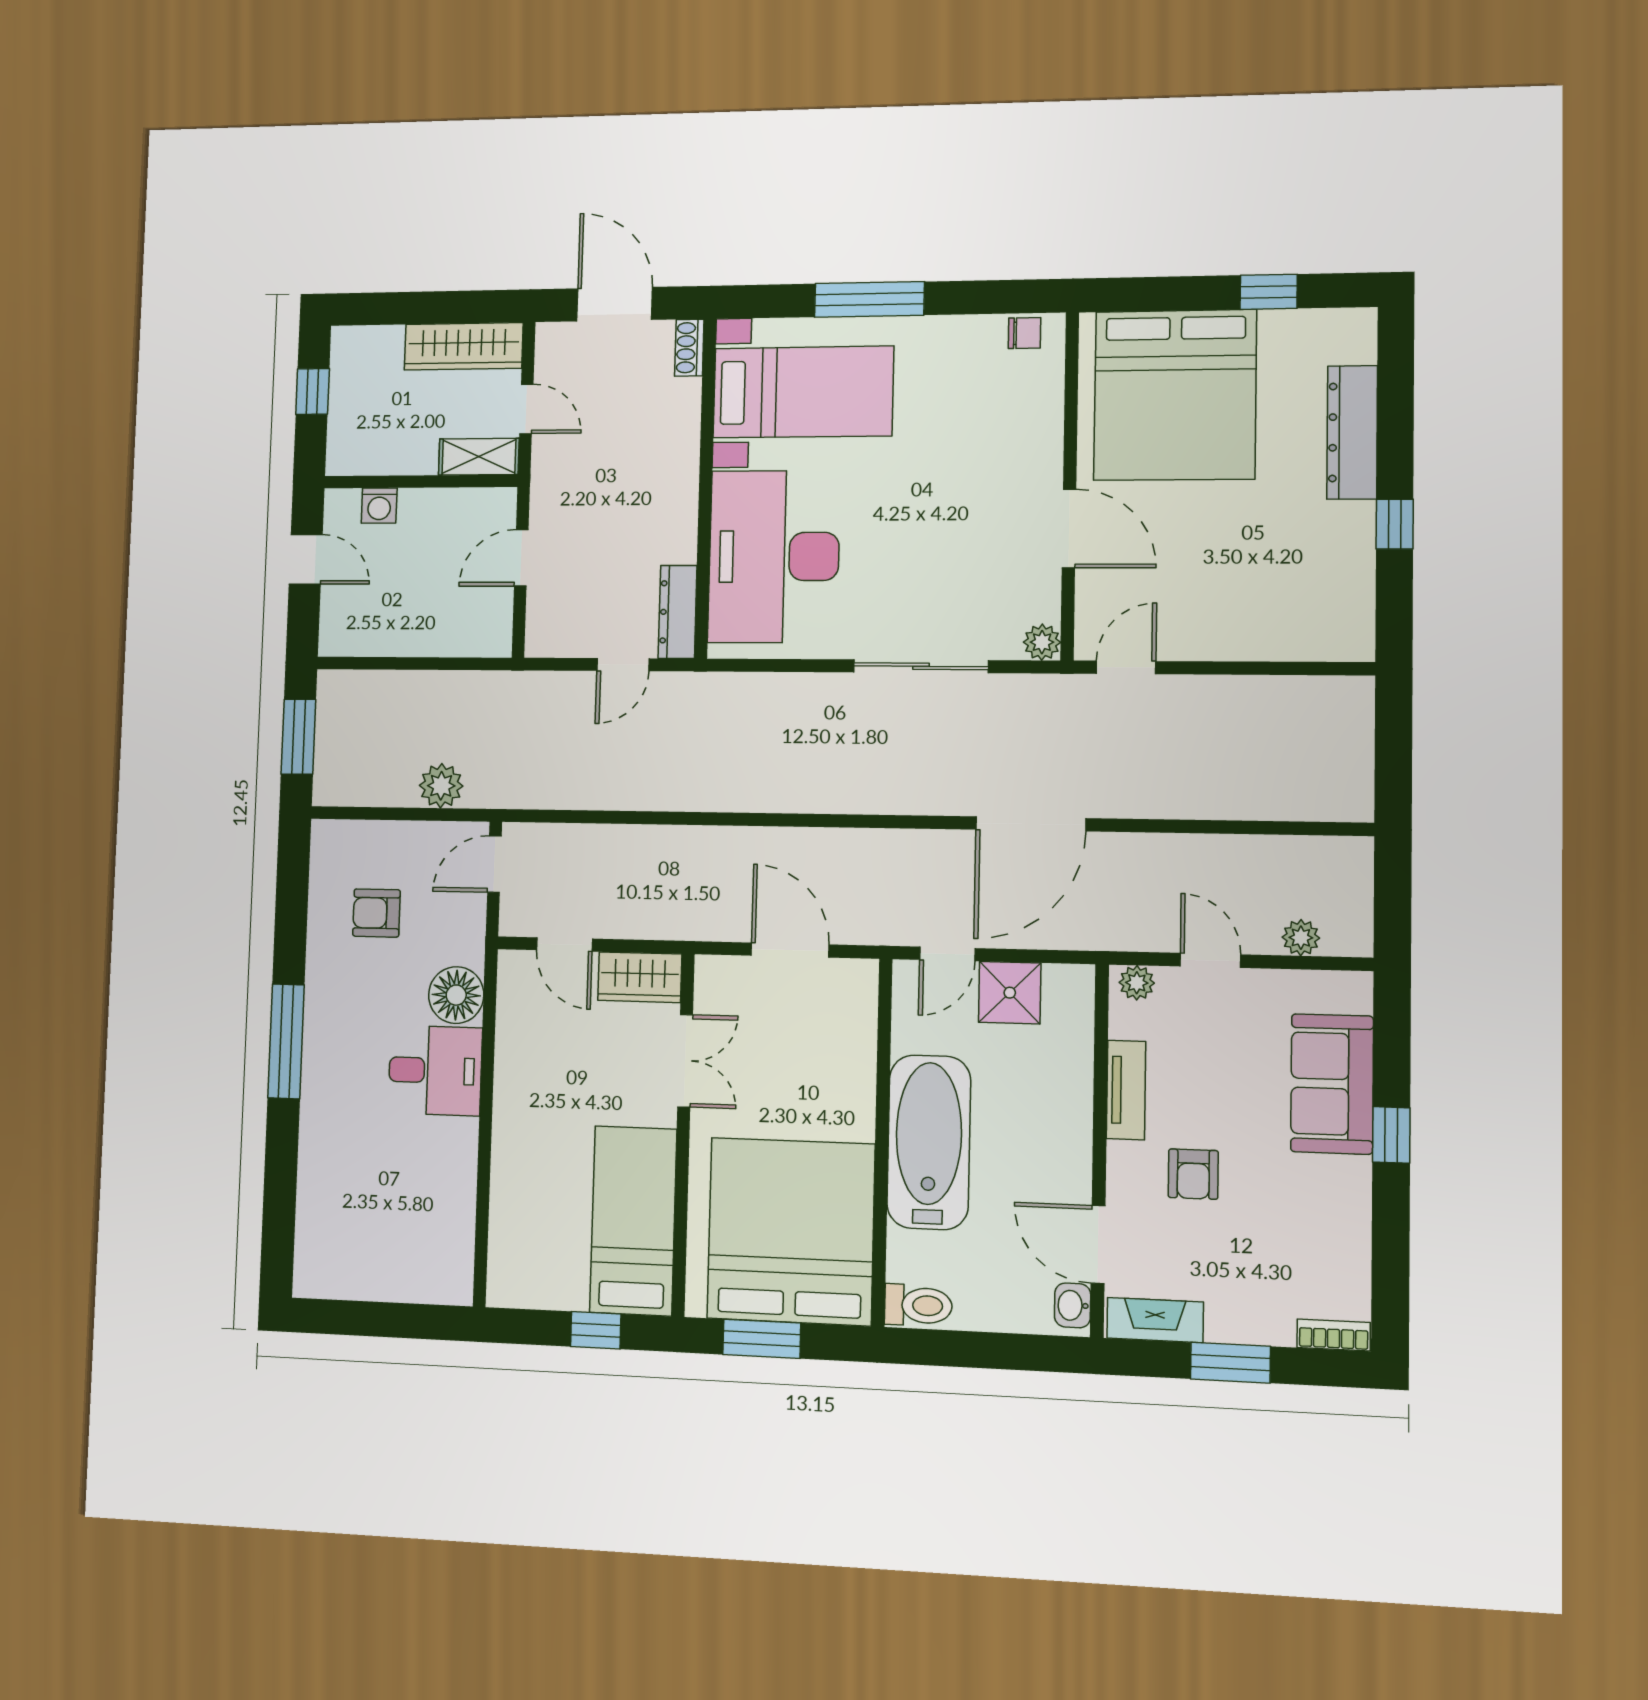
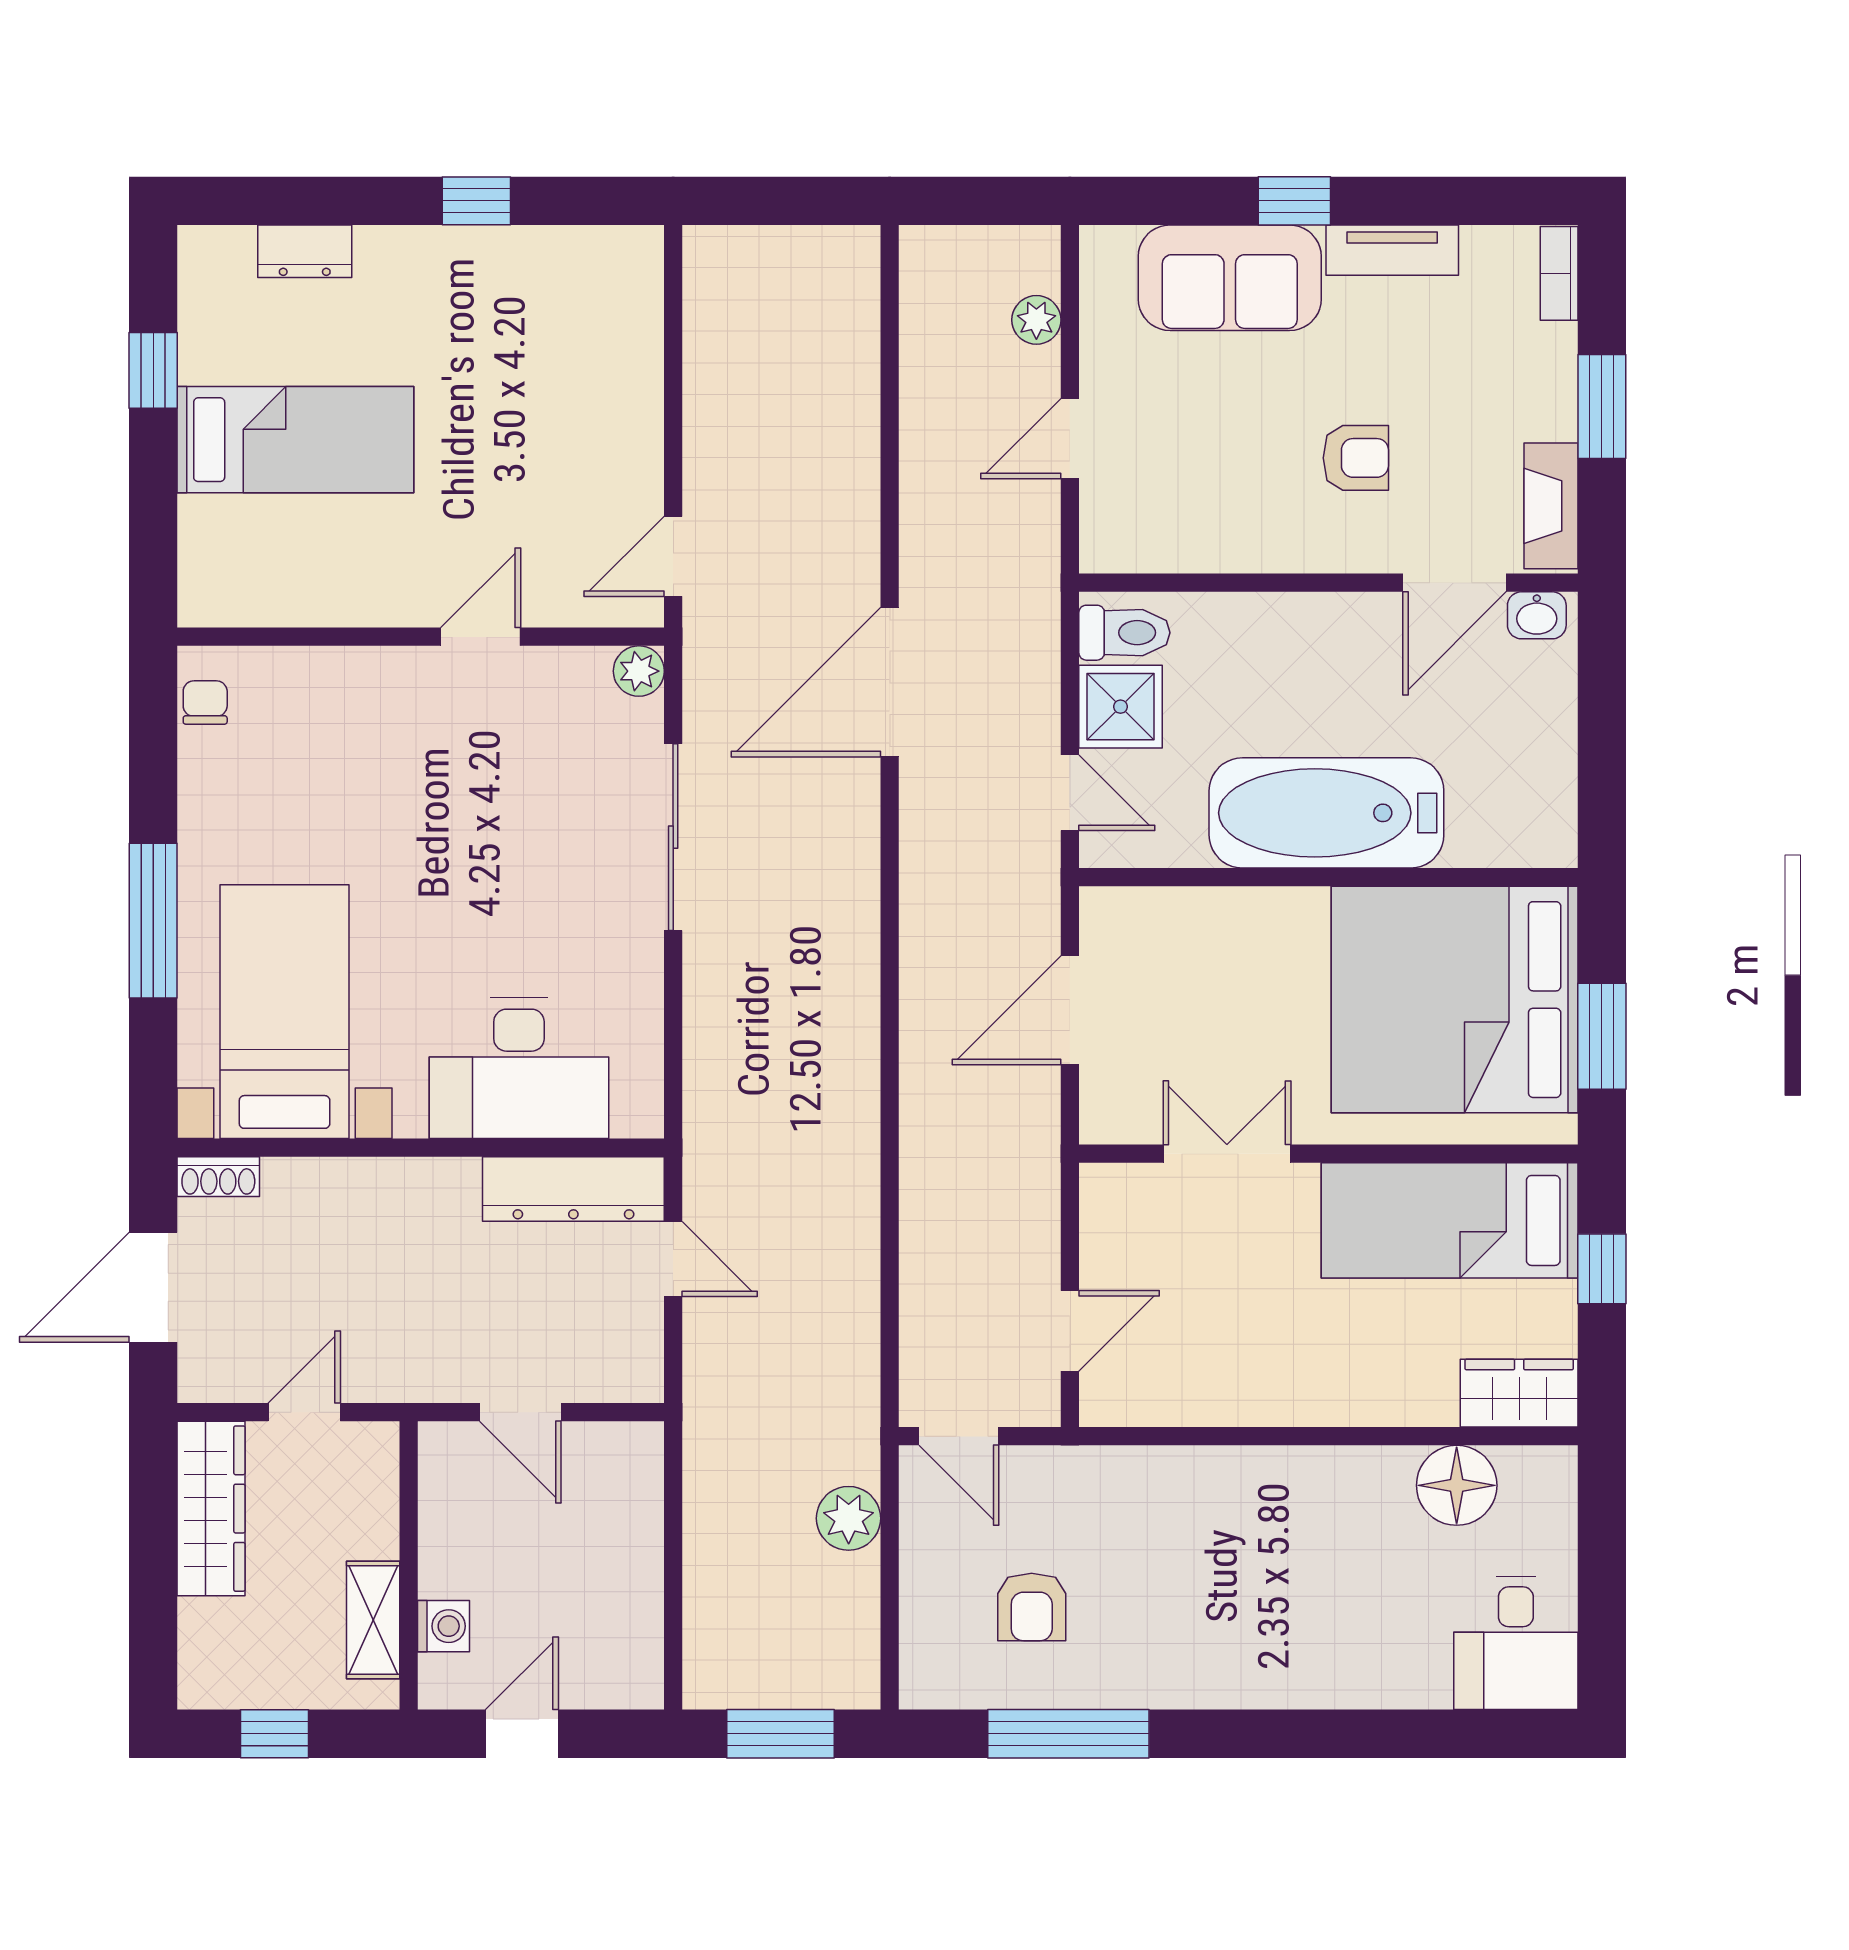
bed: (1175, 395) -> (295, 440), width x0.49
dresser: (1352, 432) -> (305, 251), width x0.51, depth x0.80
shelving: (479, 457) -> (373, 1620), moved
door: (1069, 529) -> (481, 637), width x0.73
desk: (774, 556) -> (519, 1068), width x0.73, depth x0.77
dresser: (678, 612) -> (573, 1189), width x1.37, depth x1.24
door: (1126, 667) -> (673, 556), hinge flipped
door: (1031, 824) -> (890, 682), swing flipped
wardrobe: (640, 977) -> (1519, 1393), moved, turned -90
plant: (1137, 983) -> (1102, 536), removed
floor lamp: (456, 995) -> (1457, 1485), moved
window: (286, 1041) -> (1068, 1734), moved
desk: (435, 1071) -> (1516, 1643), moved, turned 180
tv unit: (1126, 1090) -> (1392, 250), moved, turned 180
toilet: (918, 1305) -> (1124, 633), moved, turned 90

